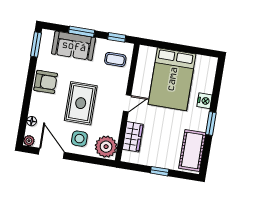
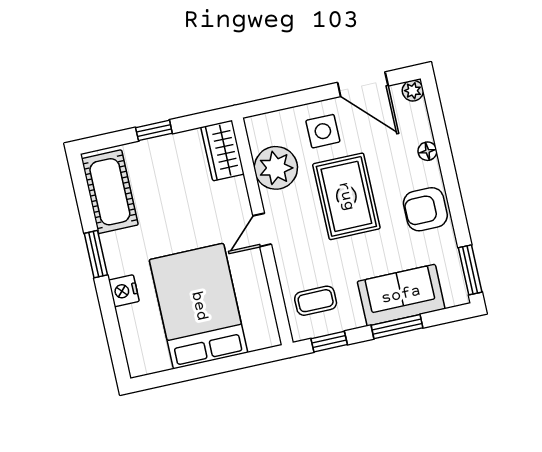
floor lamp: (32, 121) -> (427, 151), moved
wardrobe: (133, 137) -> (223, 151), moved
plant: (106, 147) -> (276, 168), moved

